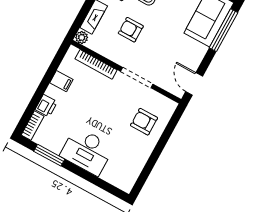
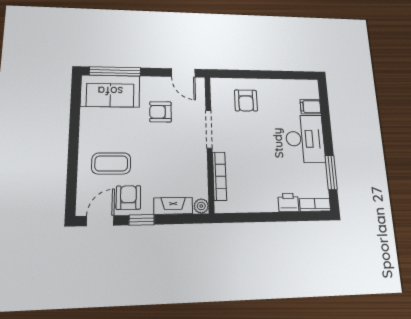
armchair: (131, 30) -> (160, 112), moved, turned 90
filing cabinet: (61, 81) -> (311, 107), moved, turned -90
door: (194, 84) -> (183, 73), hinge flipped

